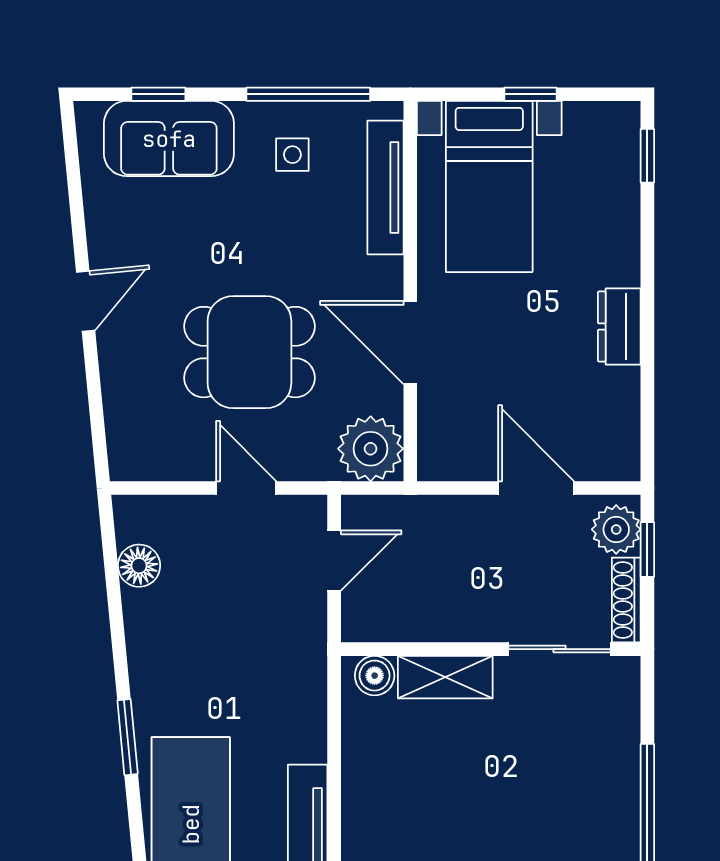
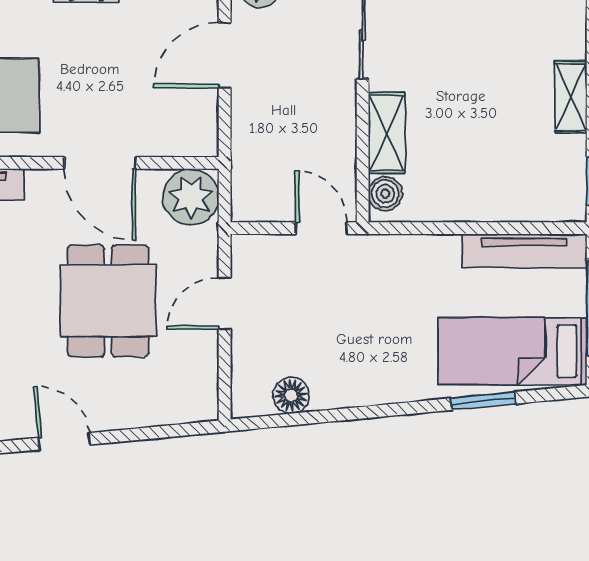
door: (410, 343) -> (100, 163), hinge flipped
door: (334, 560) -> (321, 228), moved
window: (128, 737) -> (483, 401), moved

